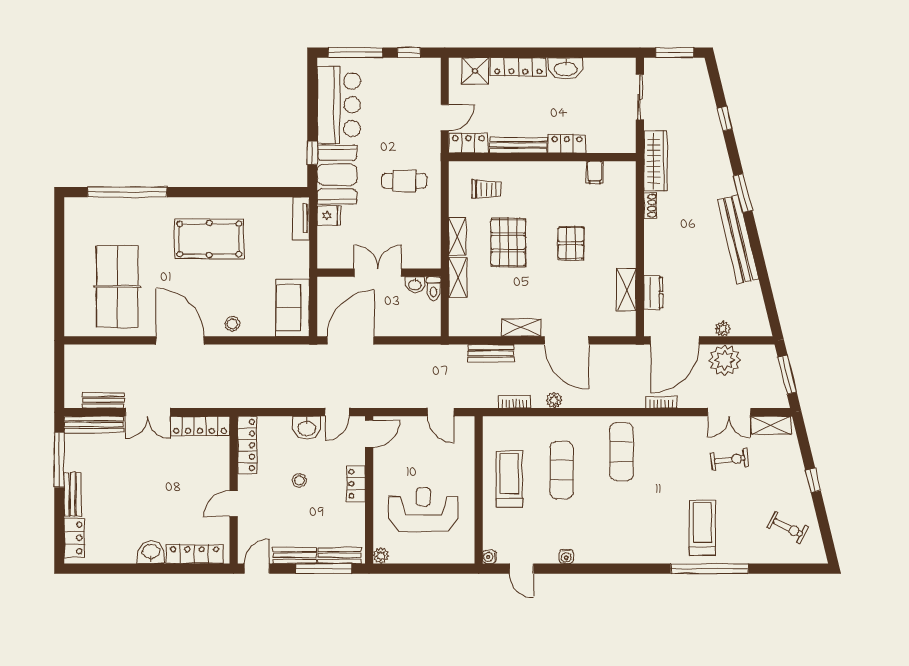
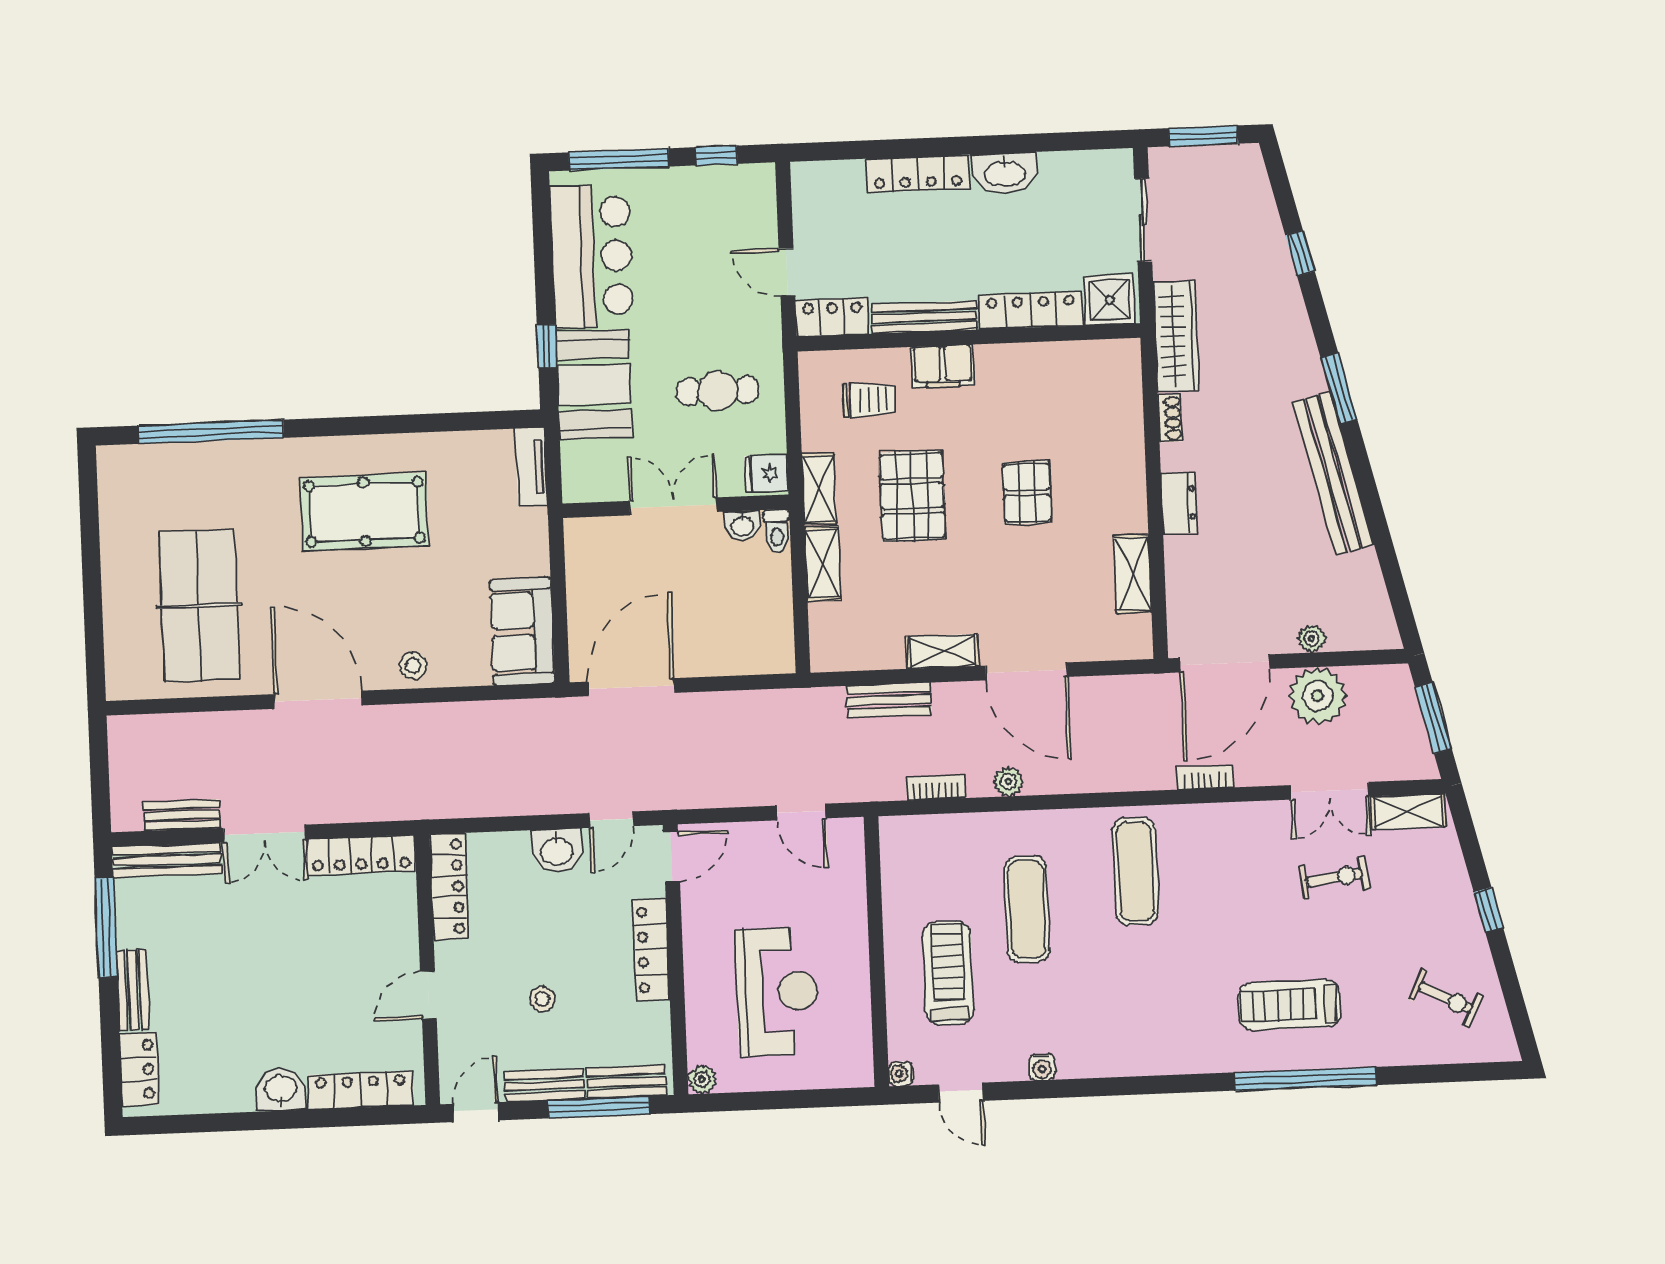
shower: (475, 71) -> (1110, 300), moved
door: (445, 118) -> (787, 272), swing flipped
locker: (567, 144) -> (1031, 310), width x1.53
filing cabinet: (595, 172) -> (943, 366), moved, width x2.00
fridge: (329, 216) -> (766, 474), moved, turned 180
double door: (378, 273) -> (673, 506), moved
wall: (379, 273) -> (676, 506), moved
washbasin: (415, 285) -> (742, 525), moved
toilet: (434, 288) -> (777, 531), moved
dresser: (653, 292) -> (1179, 503), moved
treadmill: (509, 479) -> (948, 973), moved
stool: (299, 481) -> (542, 999), moved
locker: (356, 484) -> (651, 949), width x1.53
reception desk: (423, 509) -> (777, 992), turned 90
treadmill: (702, 528) -> (1289, 1005), turned -90

